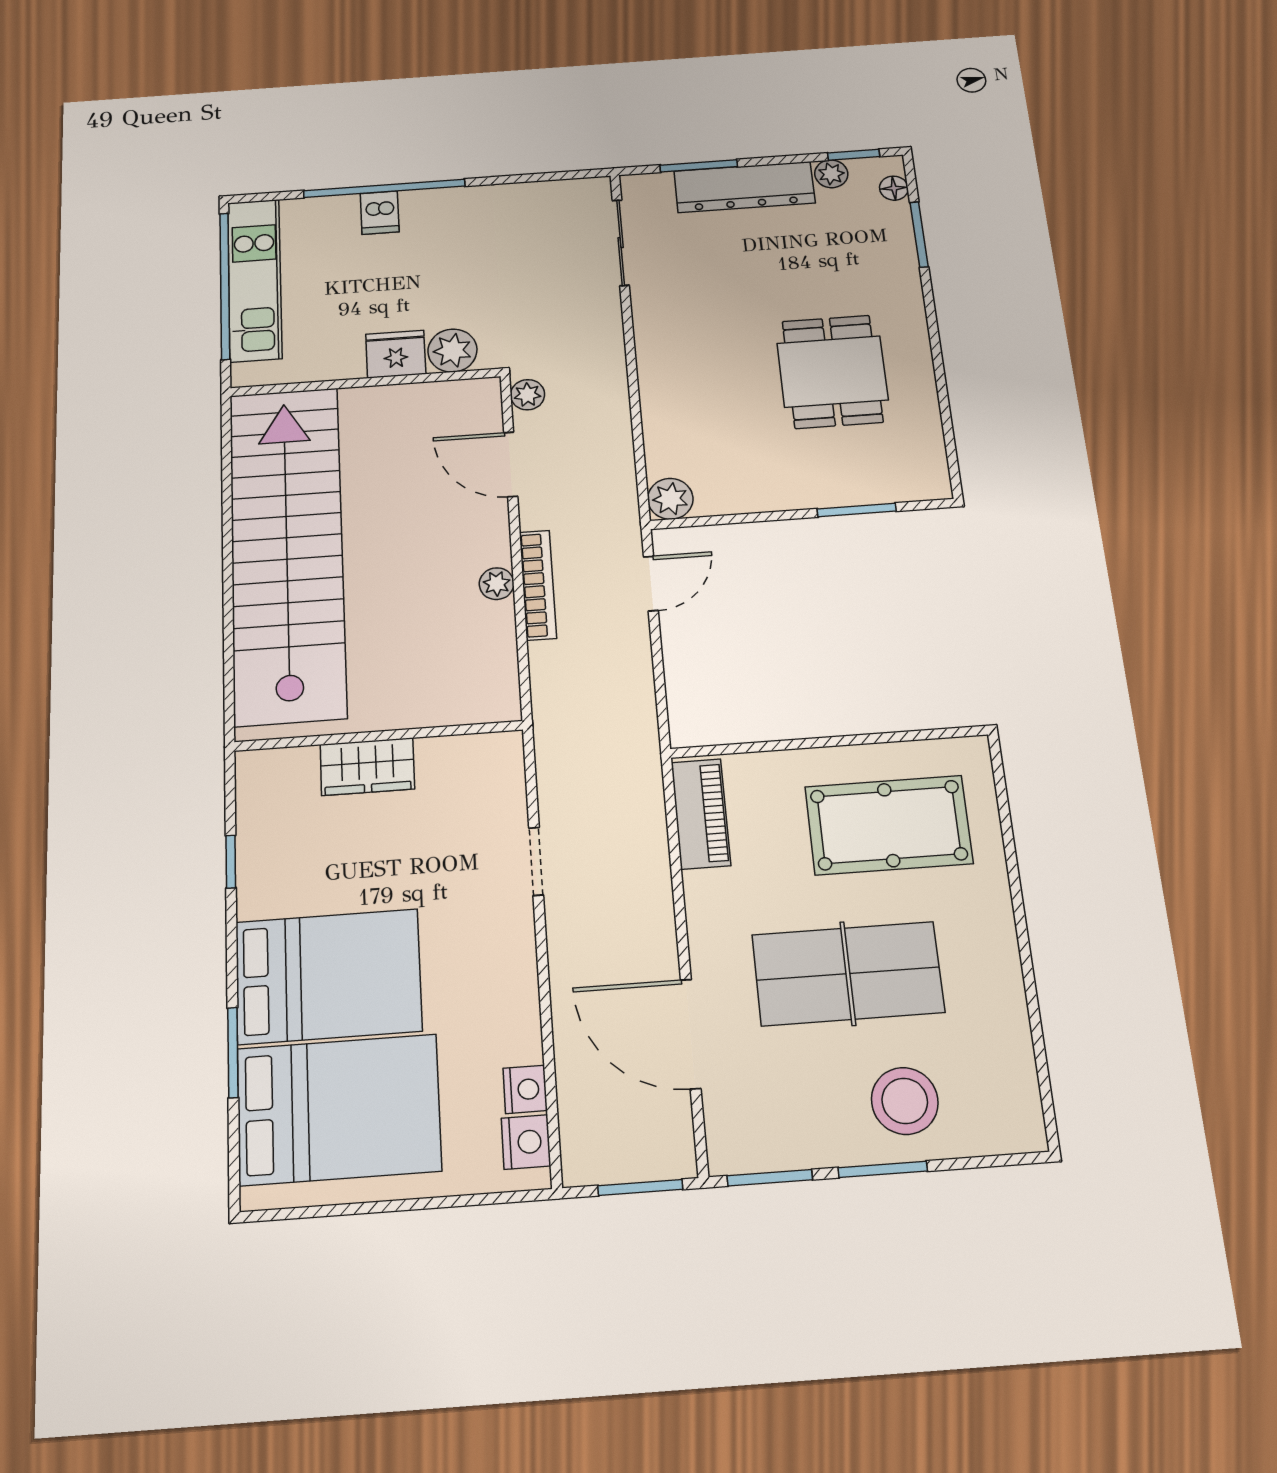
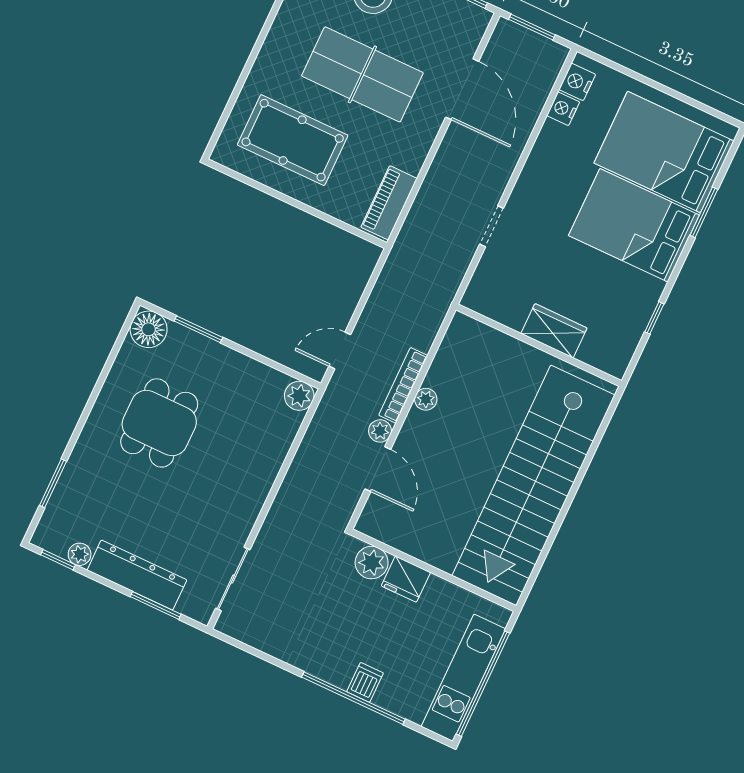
floor lamp: (894, 188) -> (149, 329), moved, width x1.89, depth x1.89
plant: (528, 395) -> (380, 431), moved

